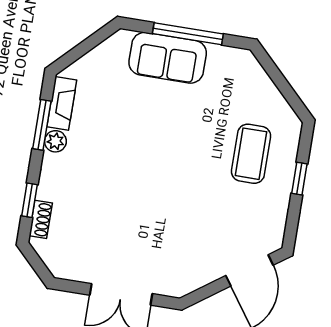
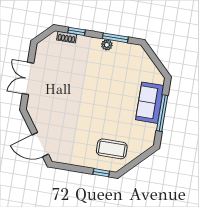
fireplace: (62, 103) -> (126, 48), removed
coffee table: (251, 154) -> (112, 149), moved
window: (299, 179) -> (101, 173), moved

